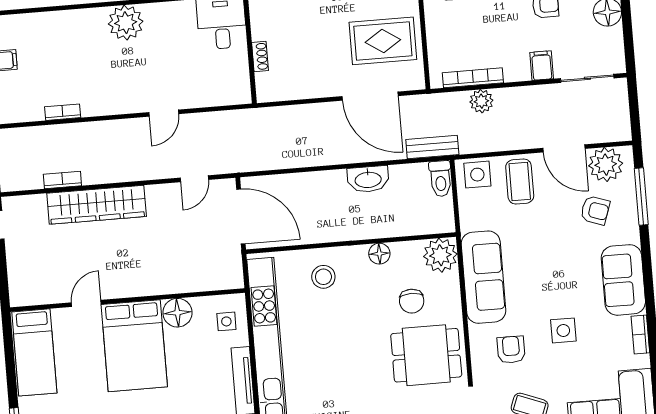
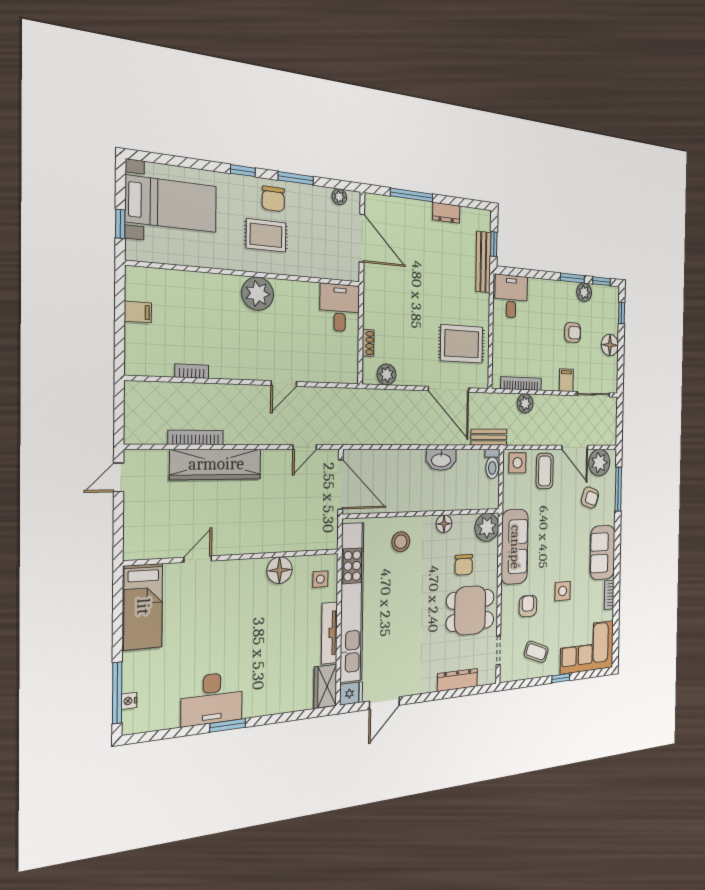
plant: (287, 89) -> (387, 374), added
bookcase: (62, 180) -> (196, 437), width x1.56
bed: (134, 346) -> (239, 601), removed

